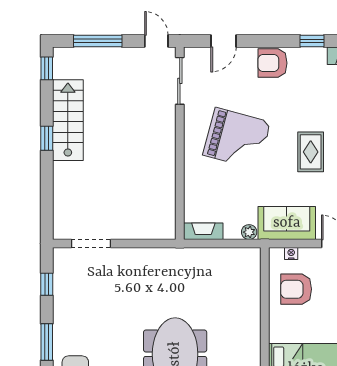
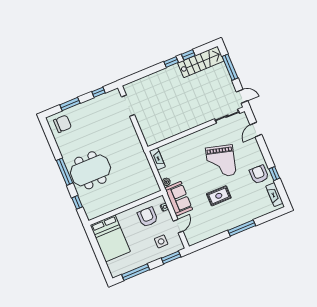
door: (156, 41) -> (242, 96), hinge flipped
door: (223, 41) -> (256, 130), hinge flipped
armchair: (272, 63) -> (259, 174), moved
window: (47, 68) -> (188, 55), moved
stairs: (68, 120) -> (201, 62), moved
grand piano: (237, 138) -> (221, 161), moved

